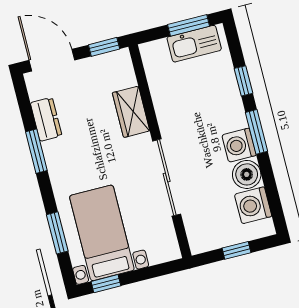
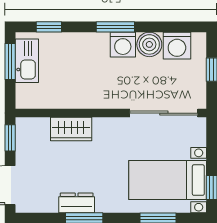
window: (244, 81) -> (49, 27), moved
dresser: (46, 119) -> (77, 203), moved
sliding door: (167, 177) -> (164, 113), moved

